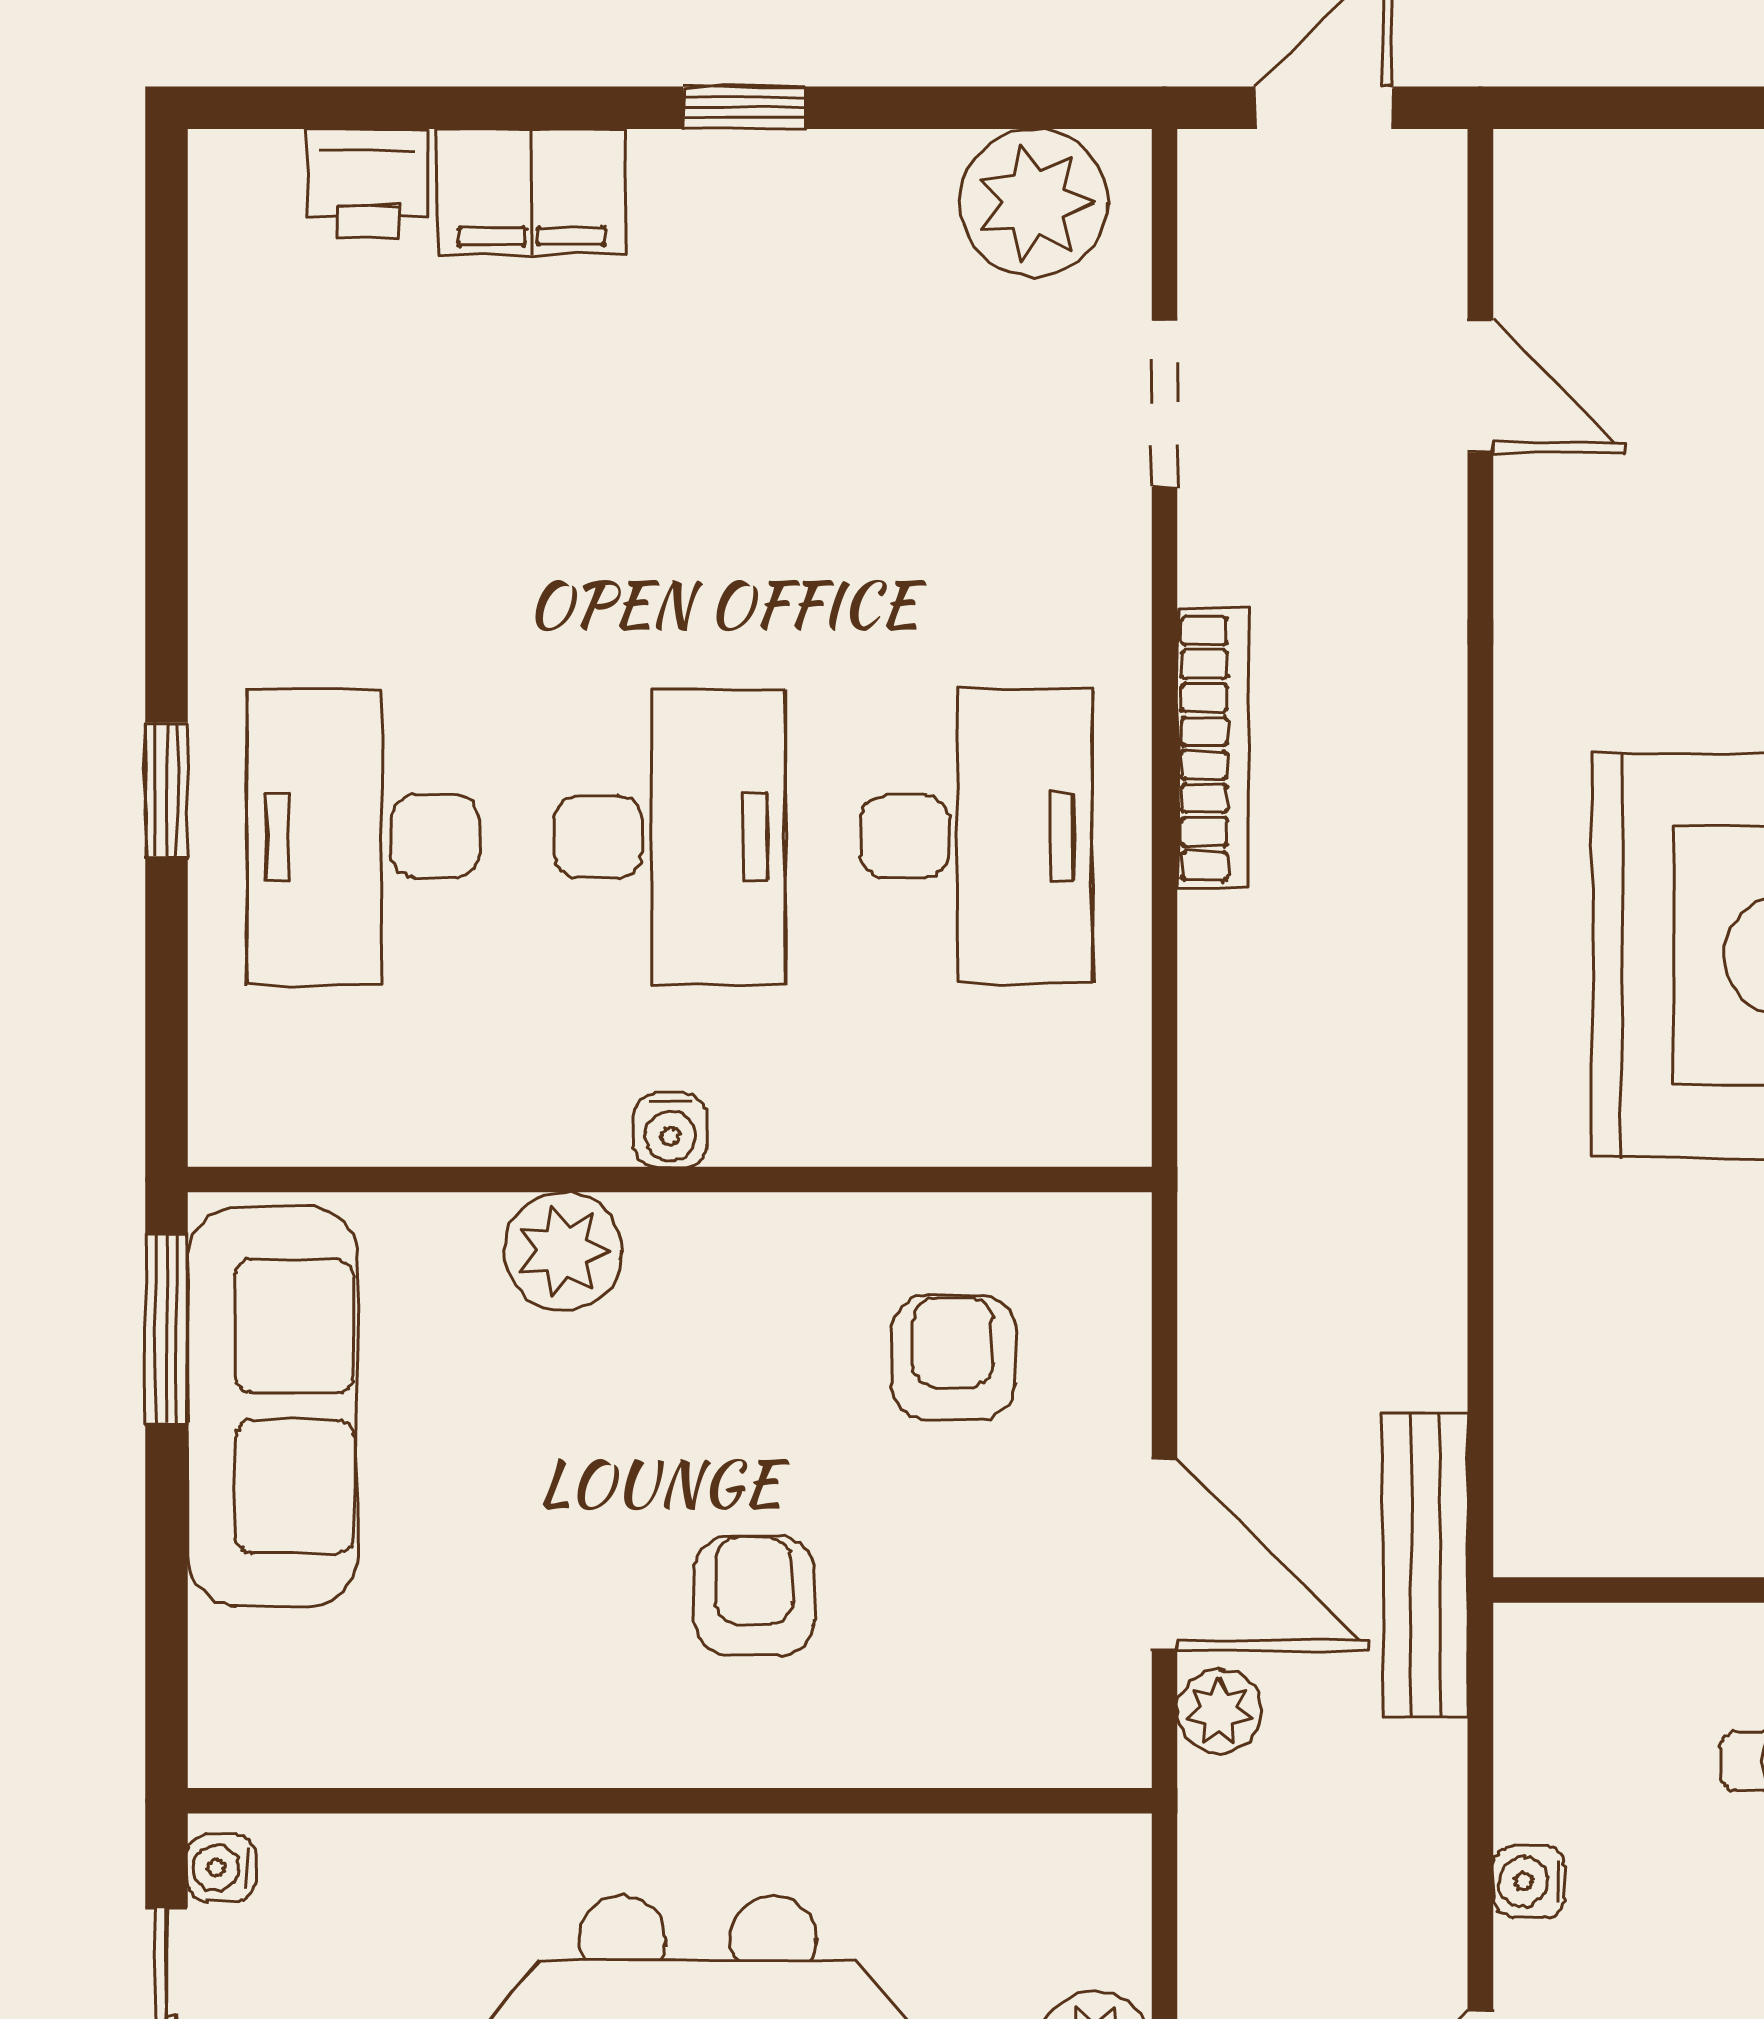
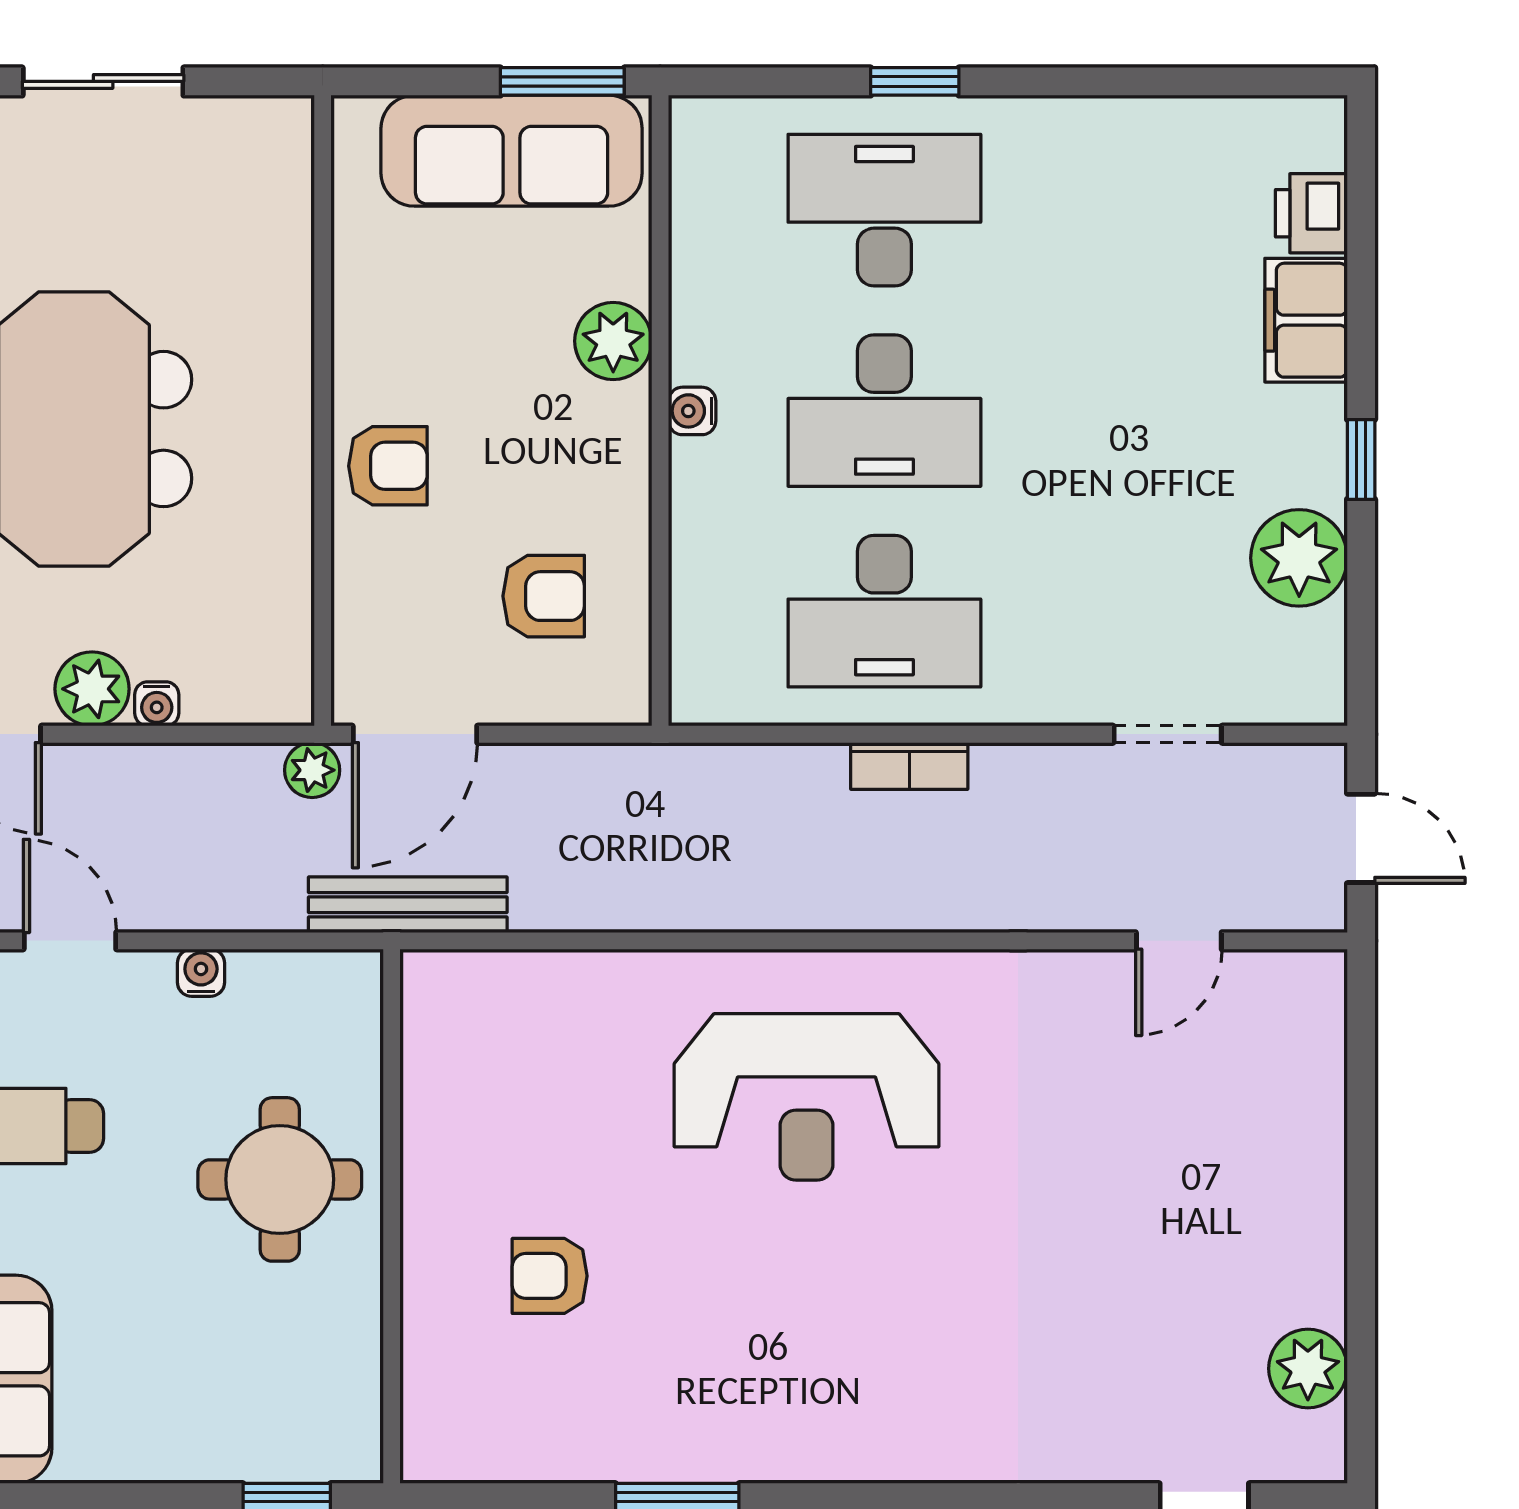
plant: (1033, 203) -> (1299, 558), moved
bookcase: (1213, 748) -> (909, 766), width x0.64
wall: (670, 1801) -> (323, 411), moved
water cooler: (221, 1868) -> (157, 704), moved, turned 180

